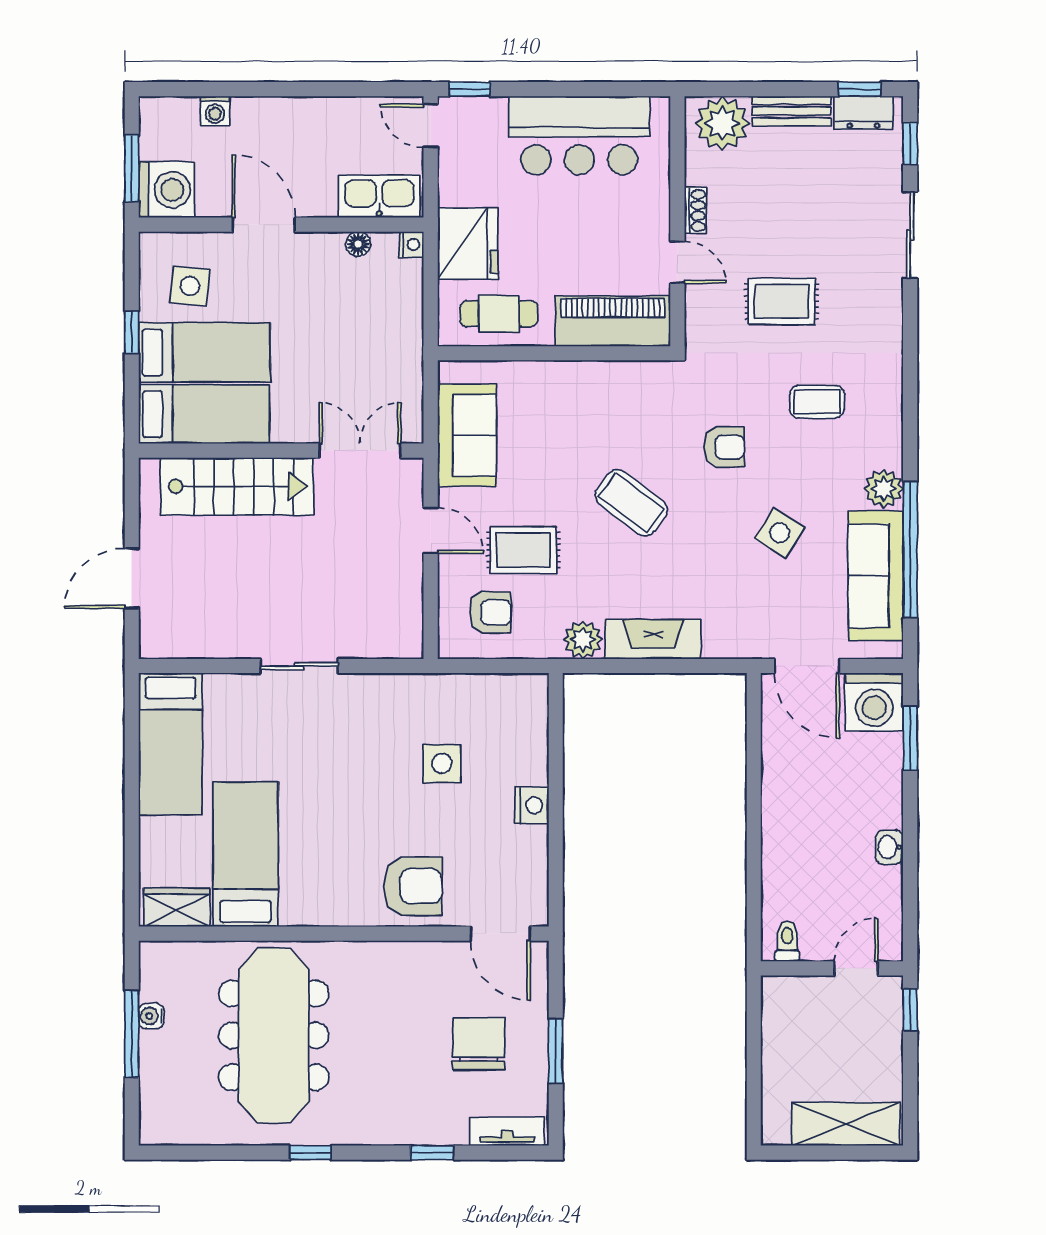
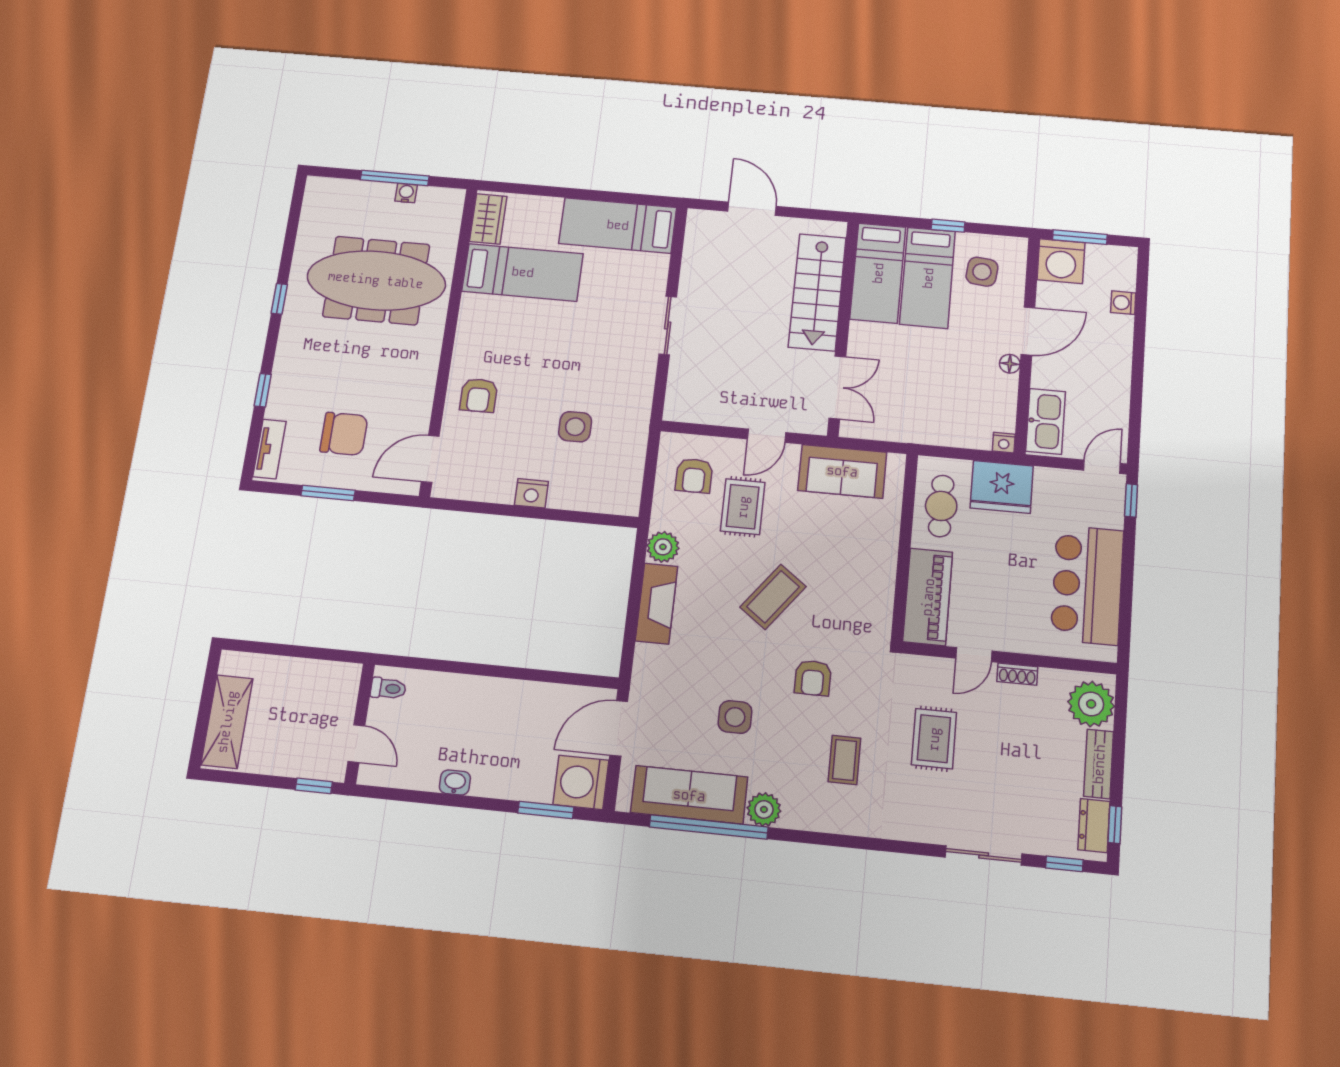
floor lamp: (358, 244) -> (1010, 364), moved
side table: (780, 533) -> (735, 717), turned -32
armchair: (413, 886) -> (479, 395), width x0.72, depth x0.72

